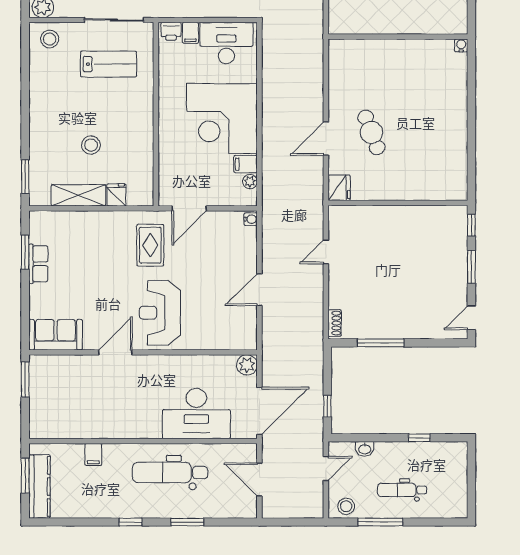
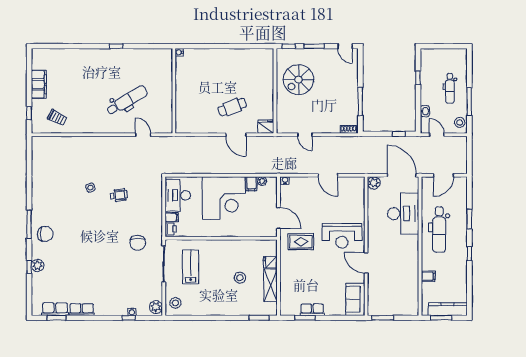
spiral stairs: (416, 241) -> (299, 80), added

